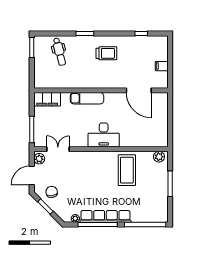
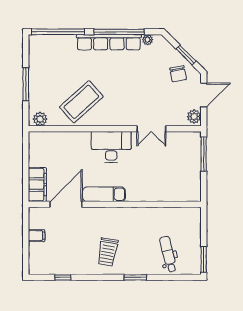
trolley: (106, 53) -> (108, 252), turned -80
door: (139, 90) -> (66, 204), hinge flipped
exam couch: (87, 98) -> (104, 194), moved
filing cabinet: (47, 99) -> (37, 185), moved, turned 90
double door: (58, 149) -> (151, 129), moved
coffee table: (127, 170) -> (81, 102), turned 48

